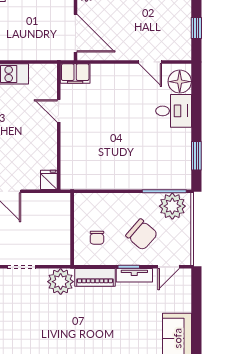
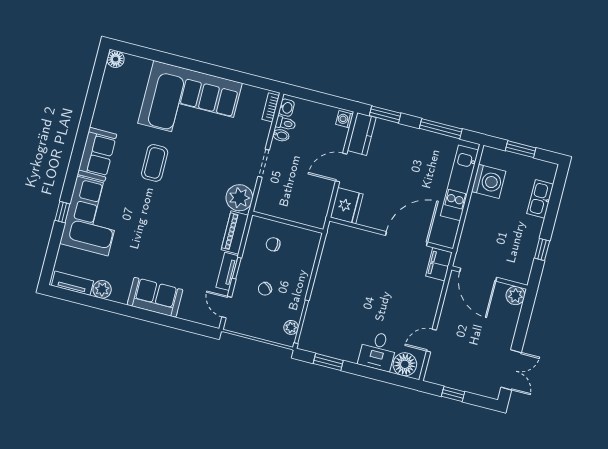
door: (75, 33) -> (478, 275), hinge flipped
door: (59, 111) -> (407, 239), width x1.87
fridge: (49, 180) -> (347, 206), width x1.88, depth x1.34
plant: (172, 206) -> (291, 327), width x0.53, depth x0.53
chair: (142, 235) -> (265, 289), width x0.54, depth x0.54

